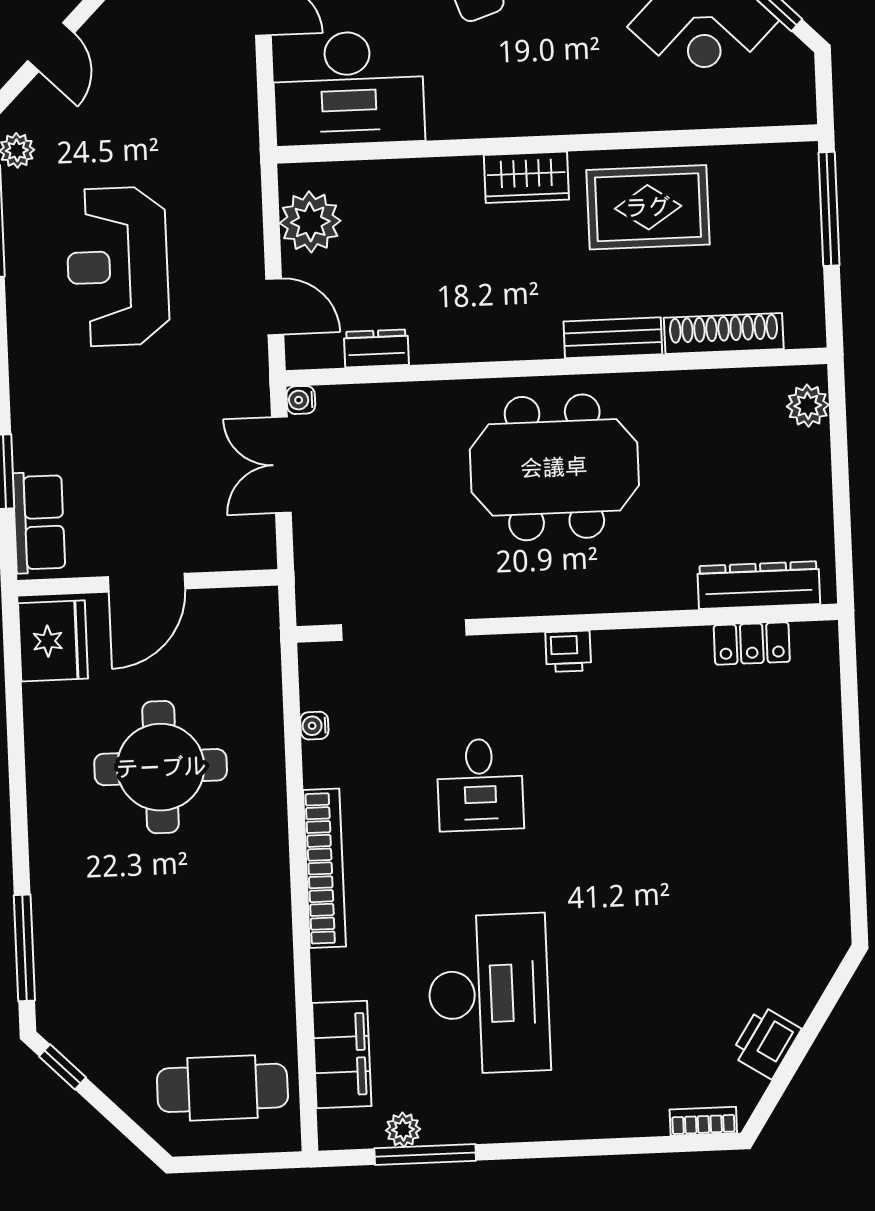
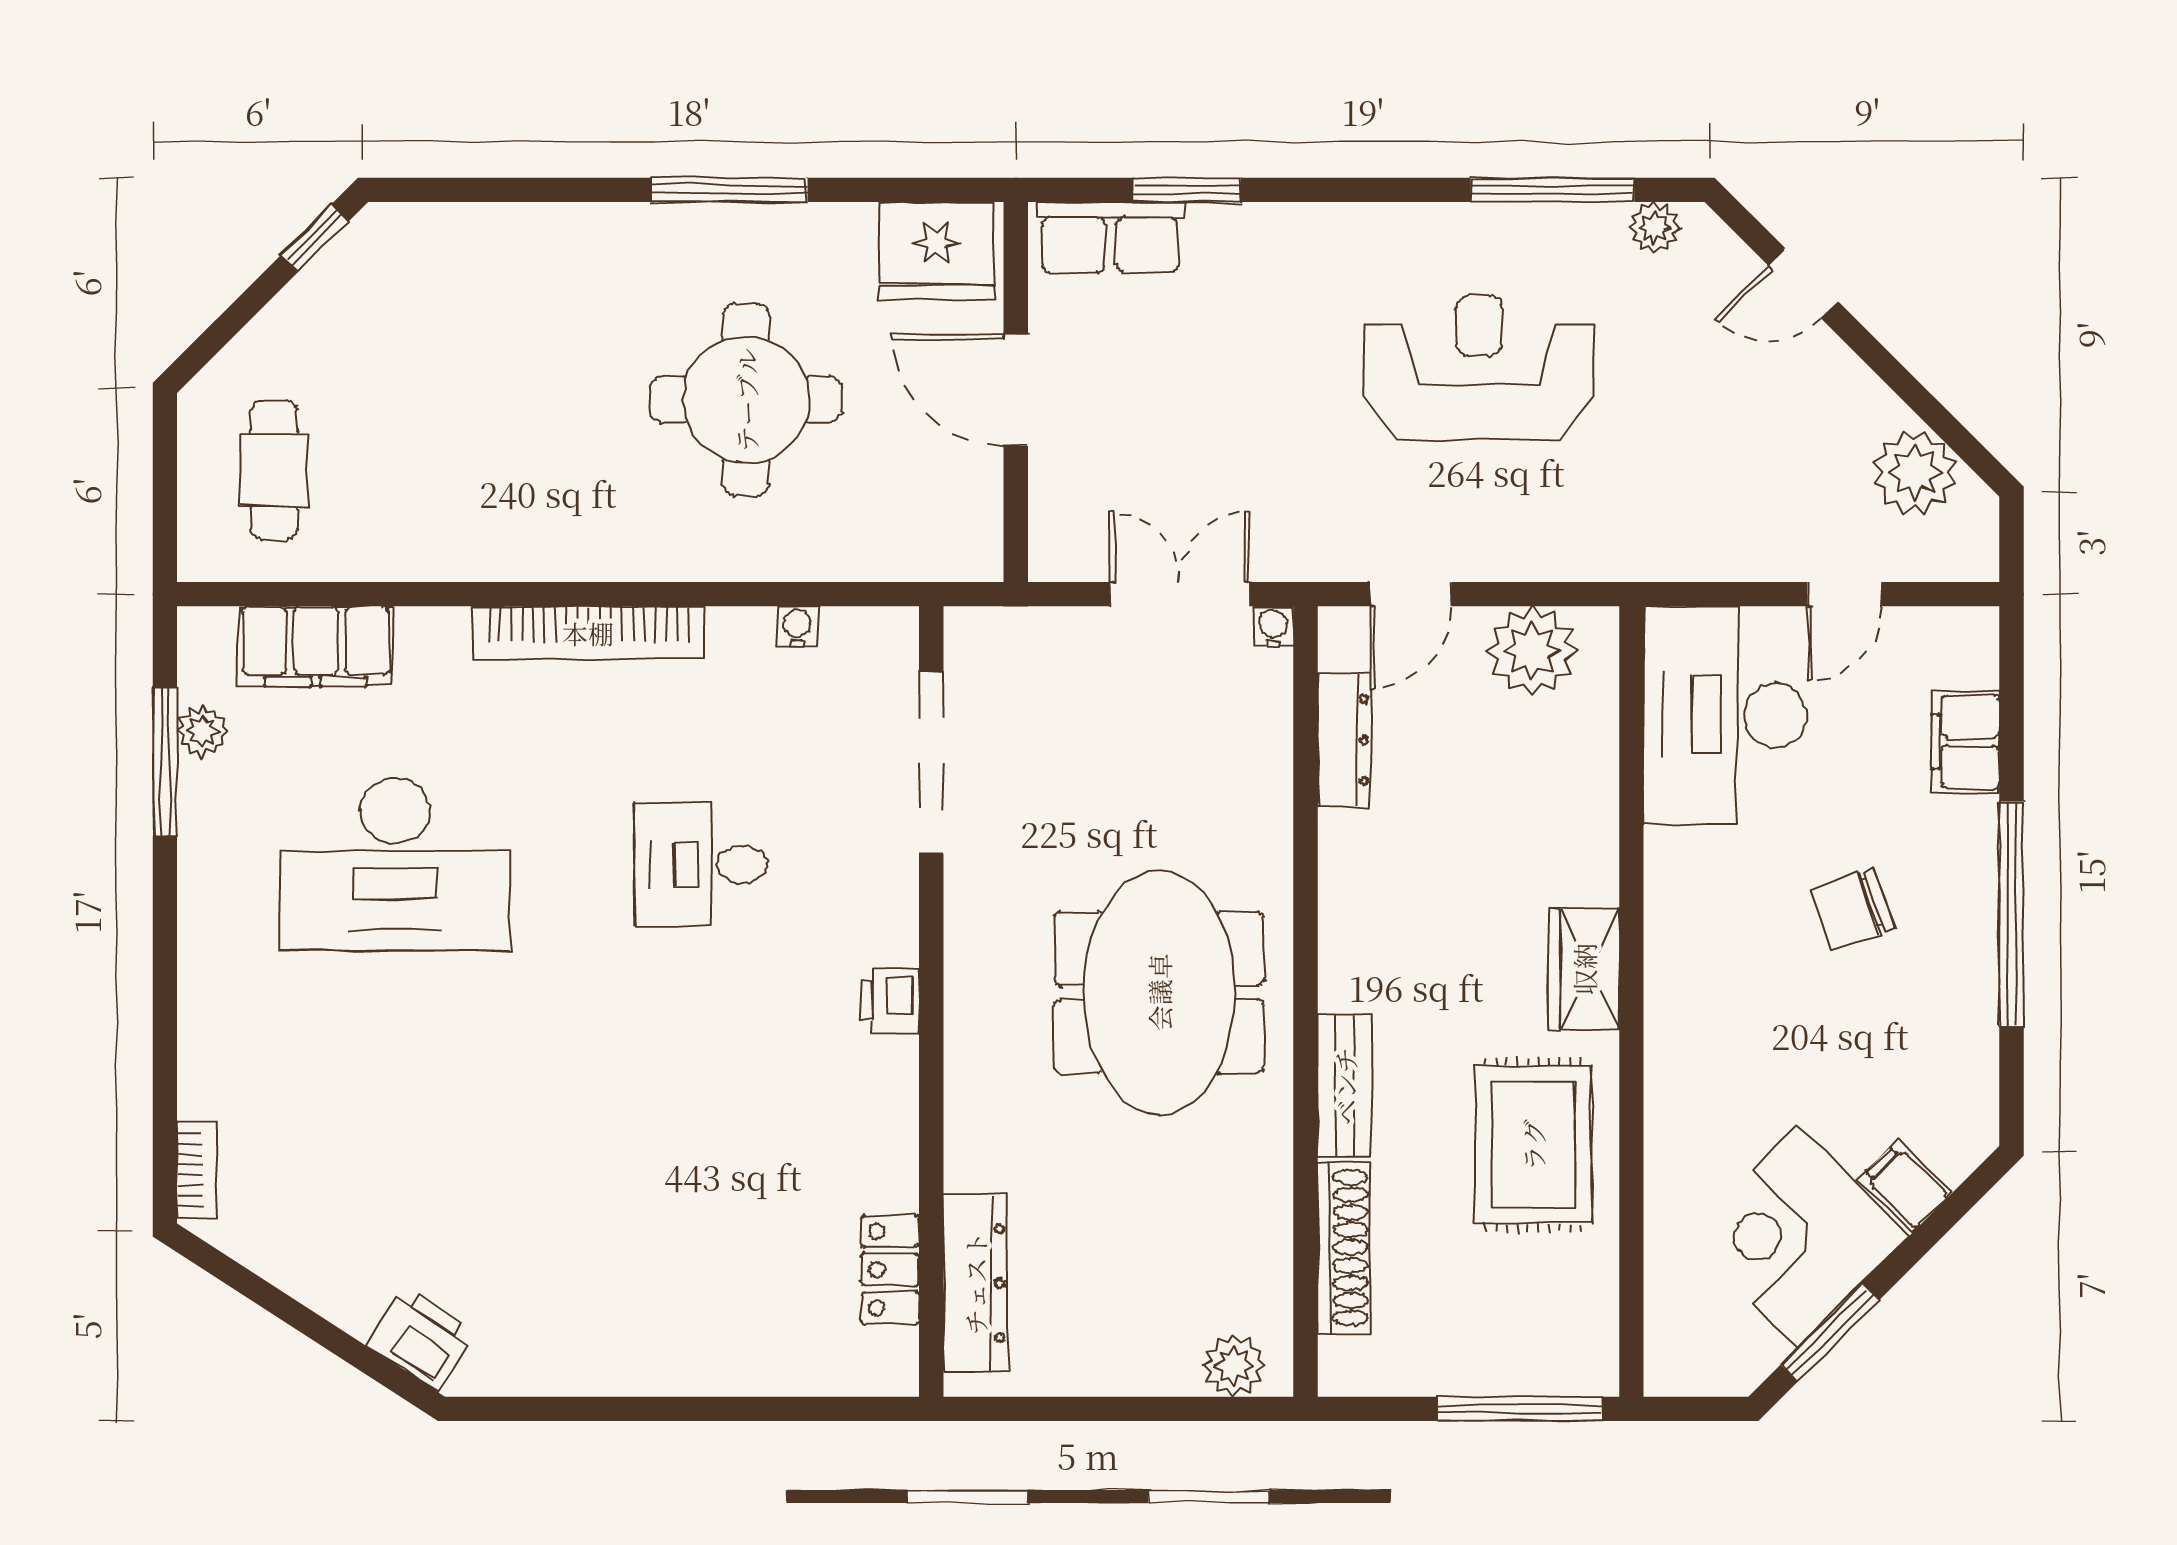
dresser: (376, 348) -> (1344, 740), width x1.44
window: (24, 948) -> (730, 190), moved
printer: (766, 1042) -> (421, 1339), moved
cafe table: (222, 1088) -> (274, 470), width x0.73, depth x0.74

